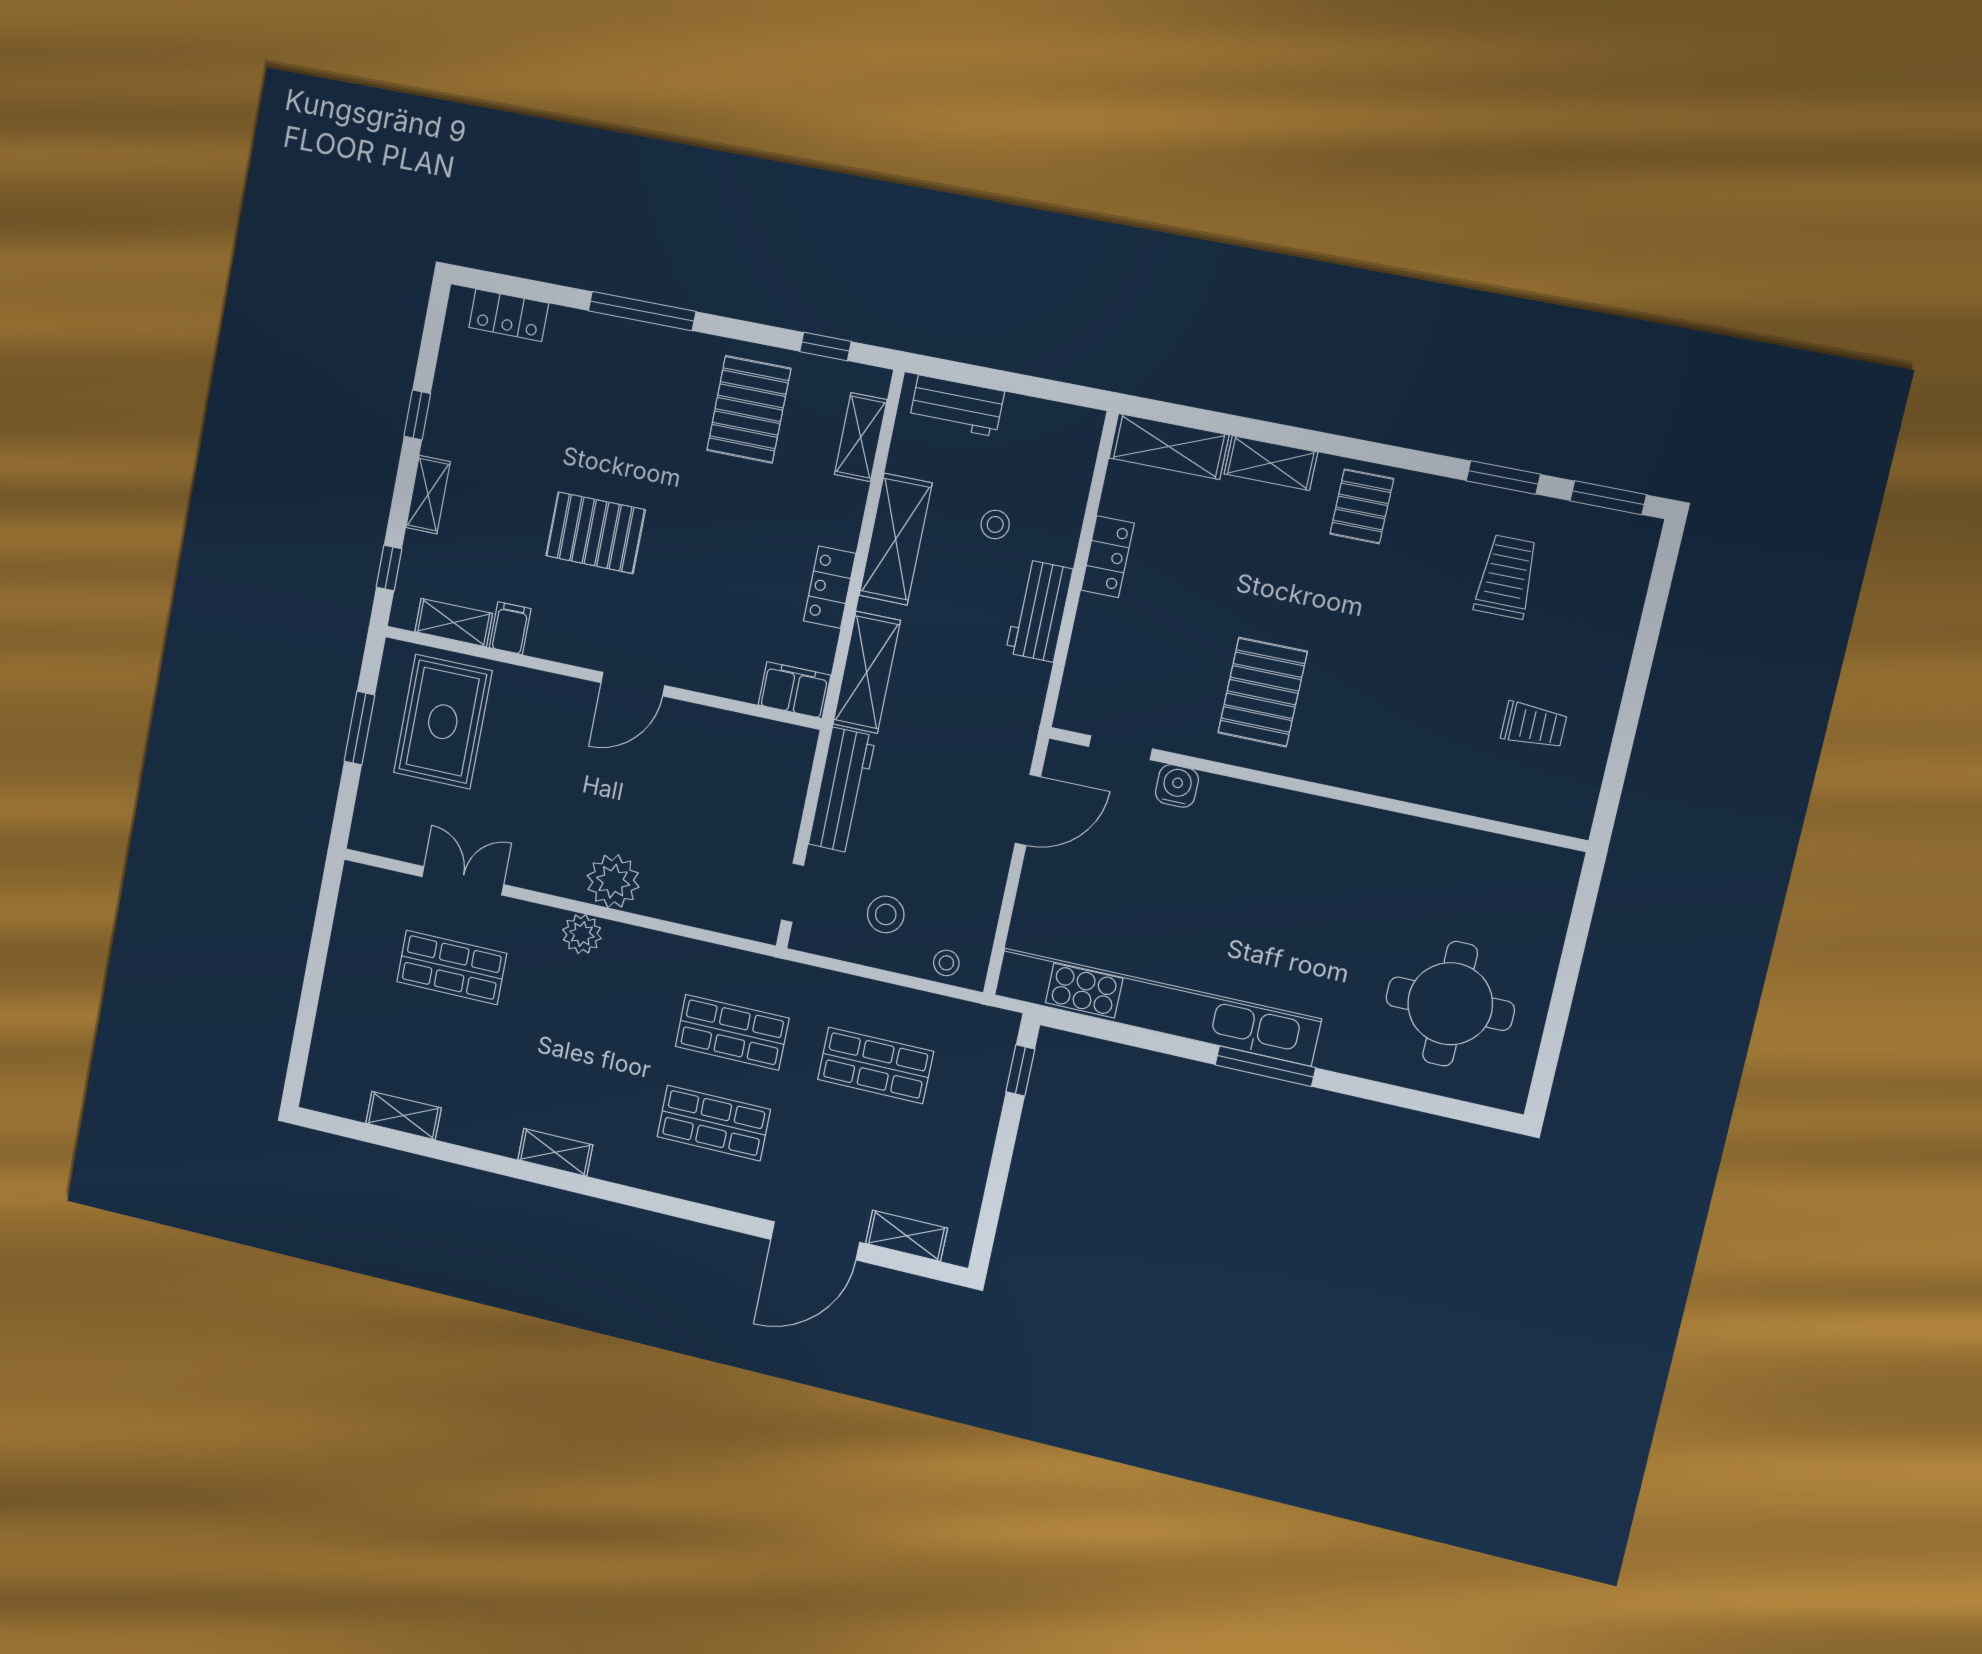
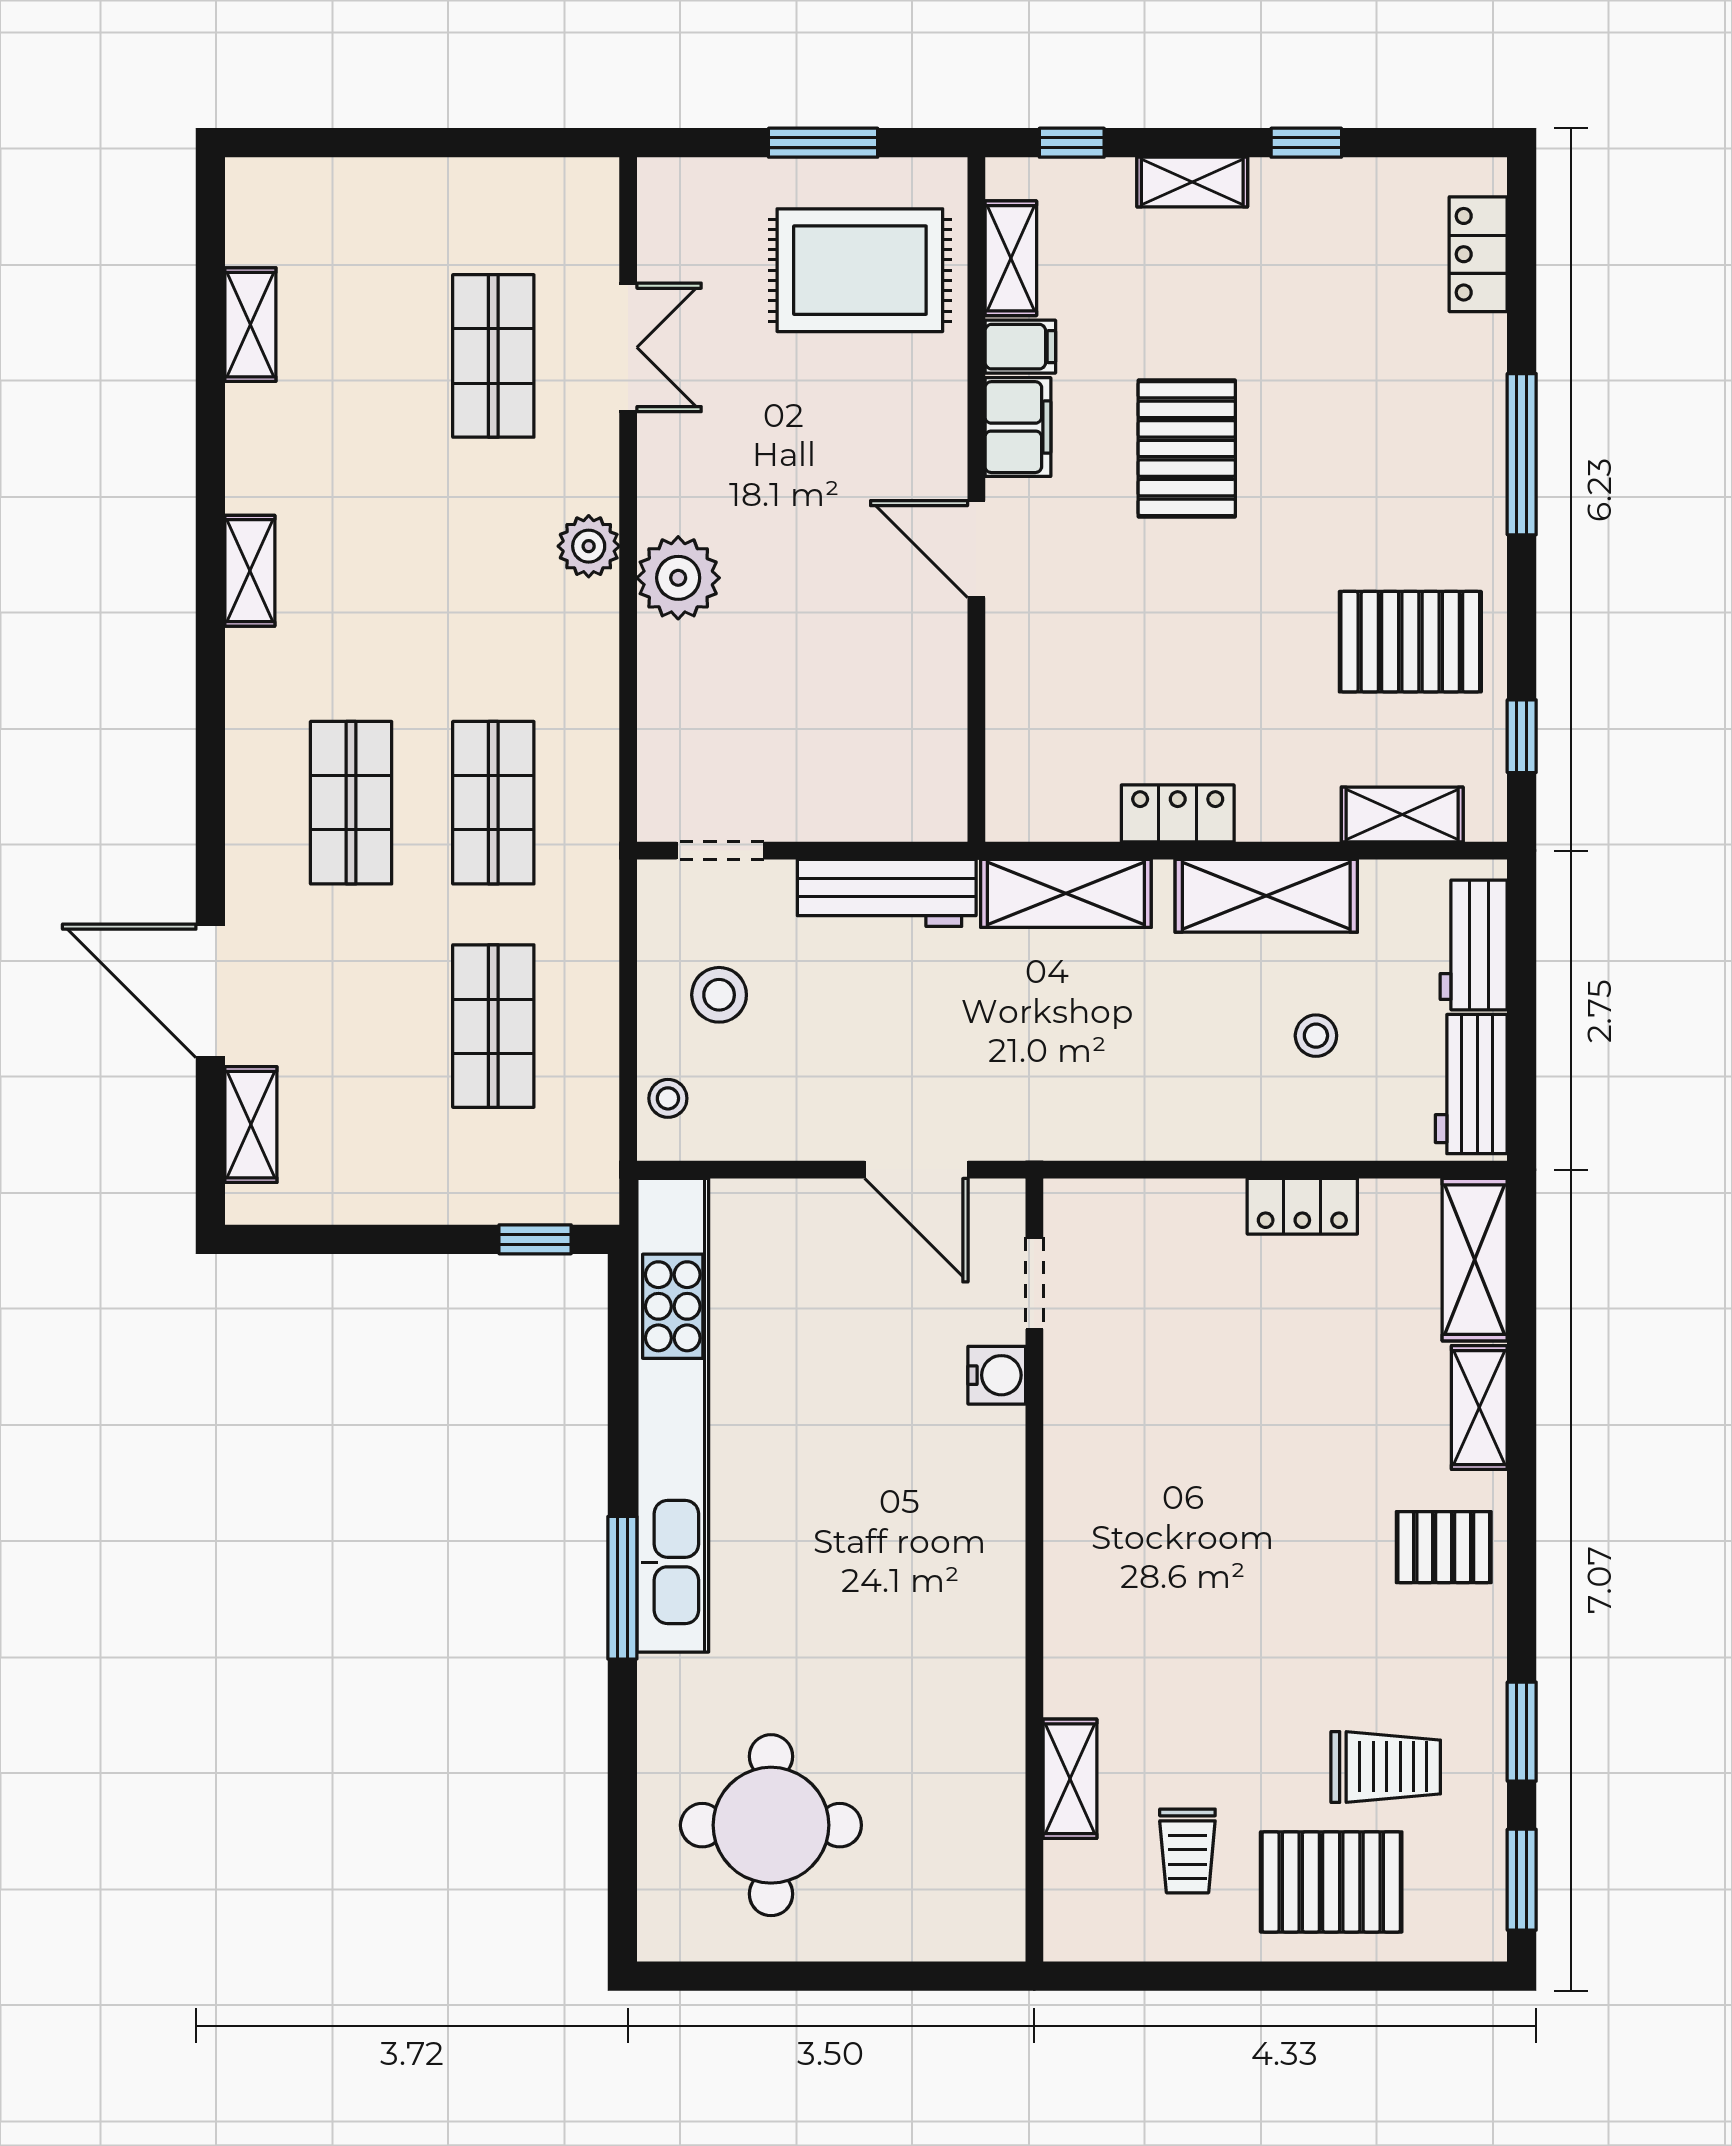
workbench: (1039, 611) -> (1471, 1084), moved, turned -90
filing cabinet: (795, 690) -> (1018, 427), moved
pallet: (1263, 692) -> (1331, 1882), moved
shelving: (1465, 795) -> (1070, 1779), added

